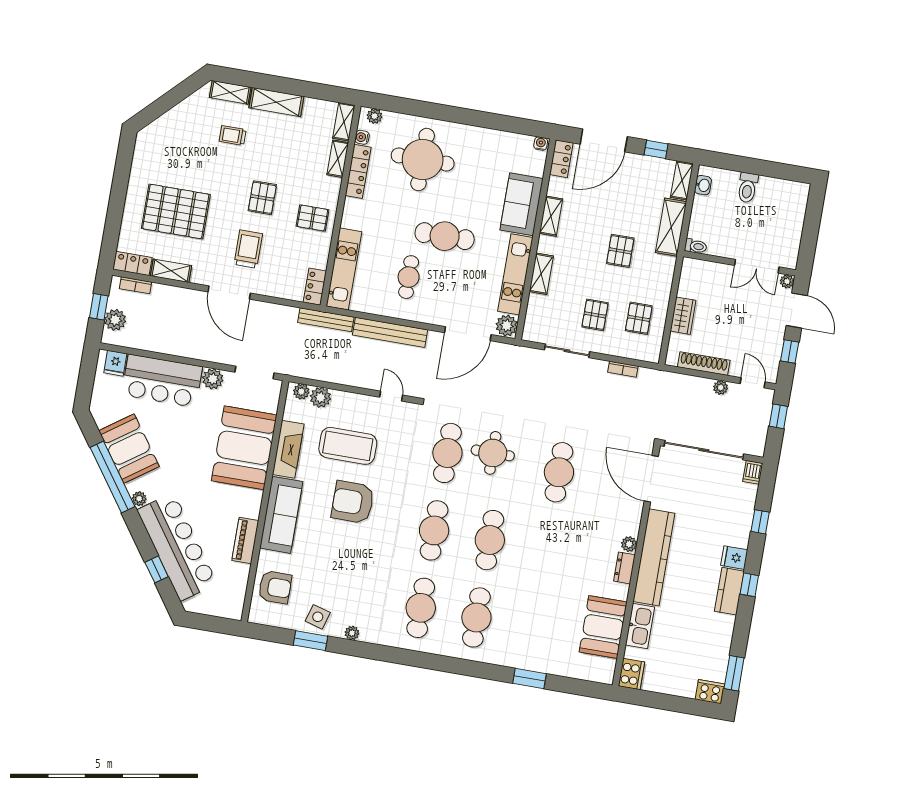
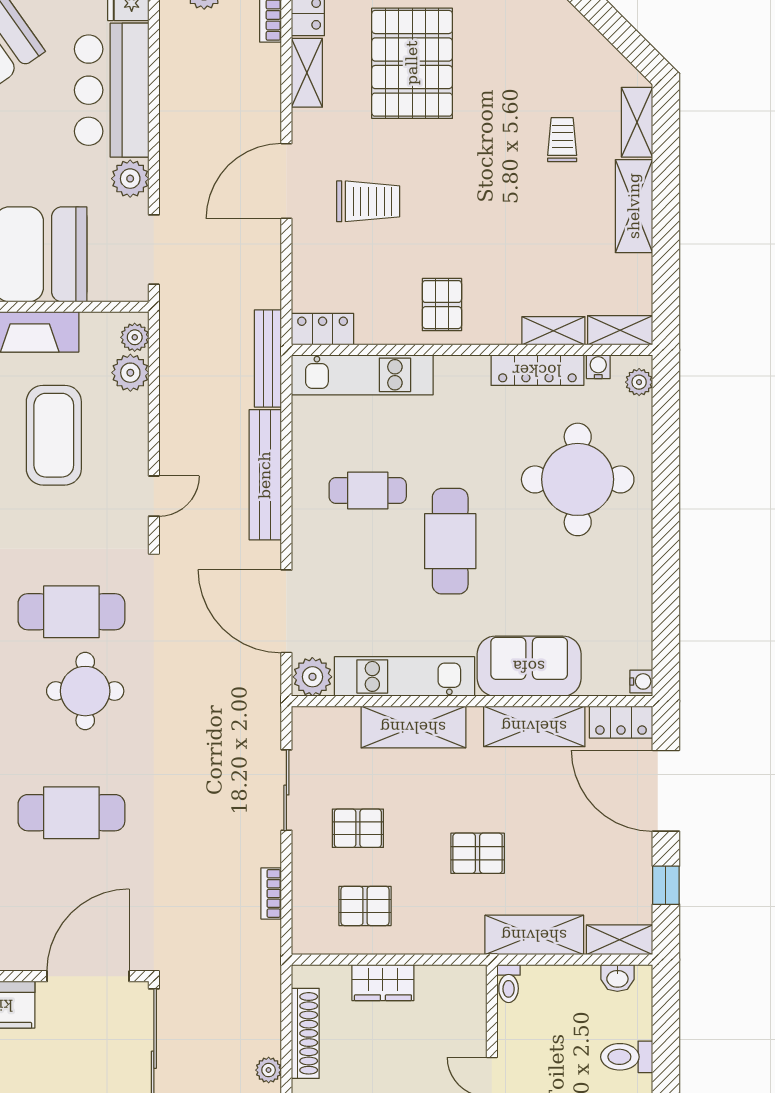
pallet: (262, 198) -> (462, 210), removed
shelving: (551, 216) -> (534, 726), width x1.50, depth x1.33
shelving: (541, 274) -> (413, 727), width x1.50, depth x1.33

